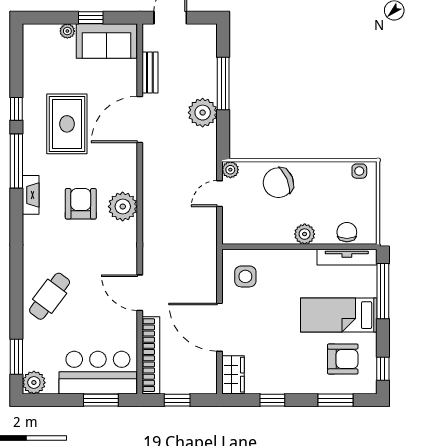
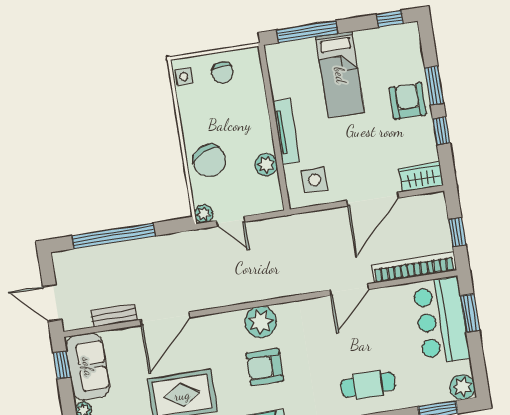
window: (91, 18) -> (62, 365), moved
window: (223, 84) -> (113, 236), width x1.46
plant: (203, 113) -> (148, 253), removed
door: (140, 120) -> (165, 318), hinge flipped
chair: (347, 232) -> (223, 72), moved, turned -90
plant: (305, 234) -> (266, 165), moved
tv unit: (347, 257) -> (286, 131), moved
cafe table: (50, 296) -> (368, 385), turned -37
armchair: (343, 359) -> (408, 101), moved
window: (335, 400) -> (434, 86), moved

